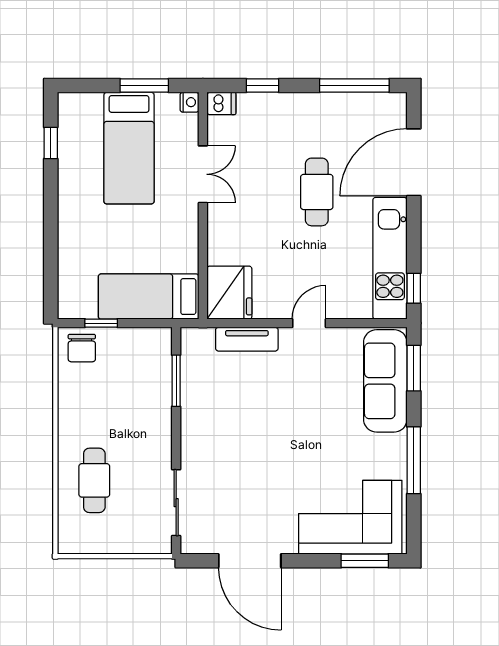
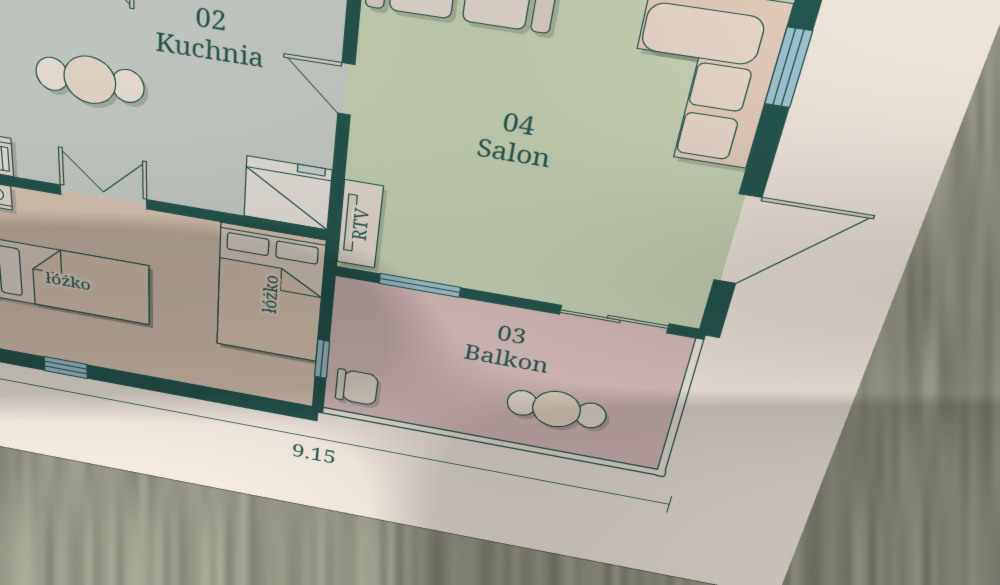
cafe table: (317, 192) -> (90, 80), moved
bed: (149, 297) -> (270, 294), width x1.50
tv unit: (247, 339) -> (360, 224), moved

